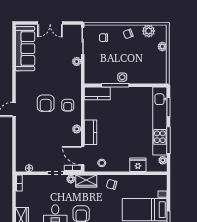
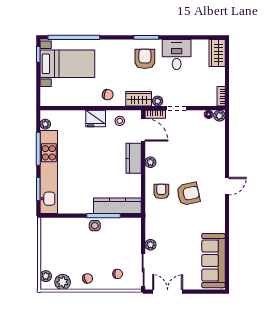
double door: (50, 23) -> (168, 292), moved
plant: (162, 47) -> (46, 276), moved
kitchen counter: (97, 93) -> (117, 206), width x1.50
armchair: (46, 103) -> (188, 194), turned 78
fridge: (138, 165) -> (96, 118), moved
plant: (20, 167) -> (219, 116), added

